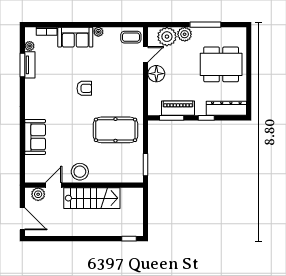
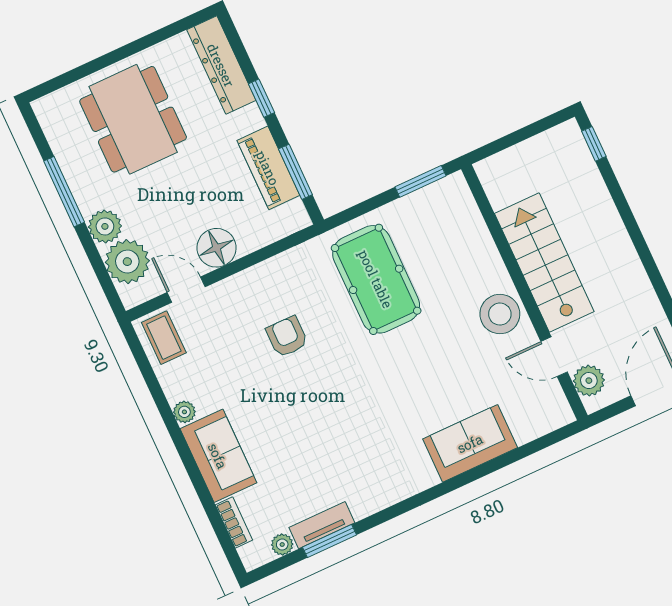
armchair: (84, 88) -> (287, 337), moved

